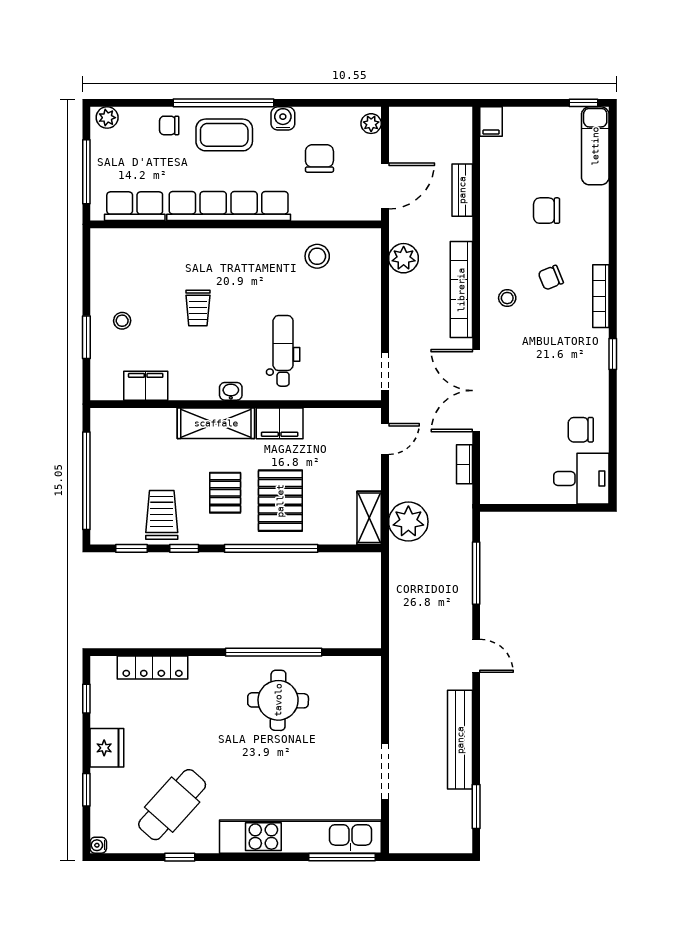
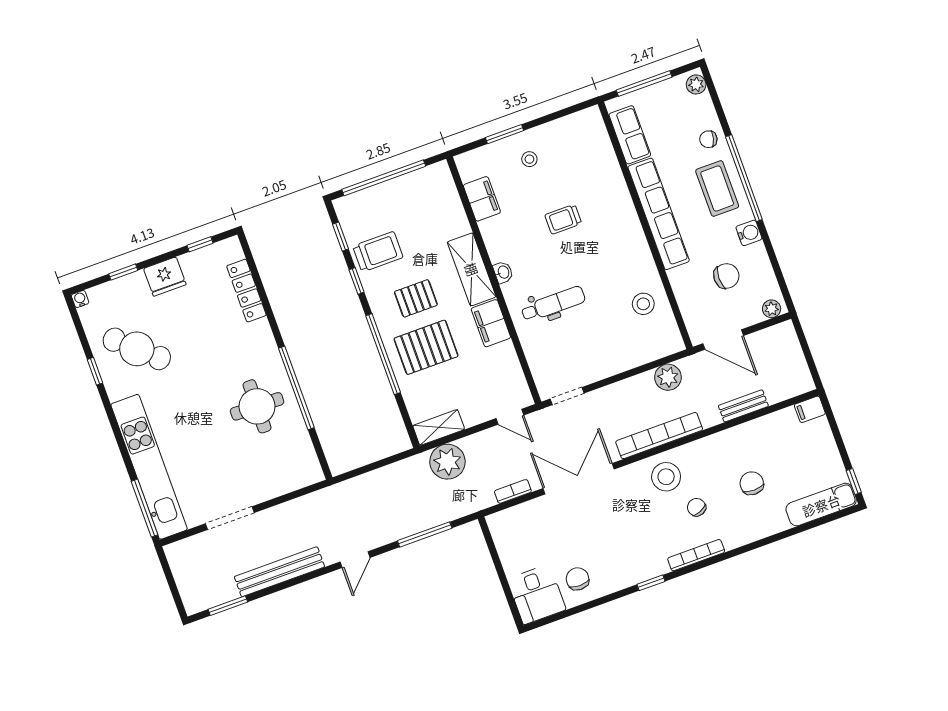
chair: (169, 125) -> (708, 139), turned -75
stool: (507, 298) -> (666, 477), width x1.89, depth x1.89

